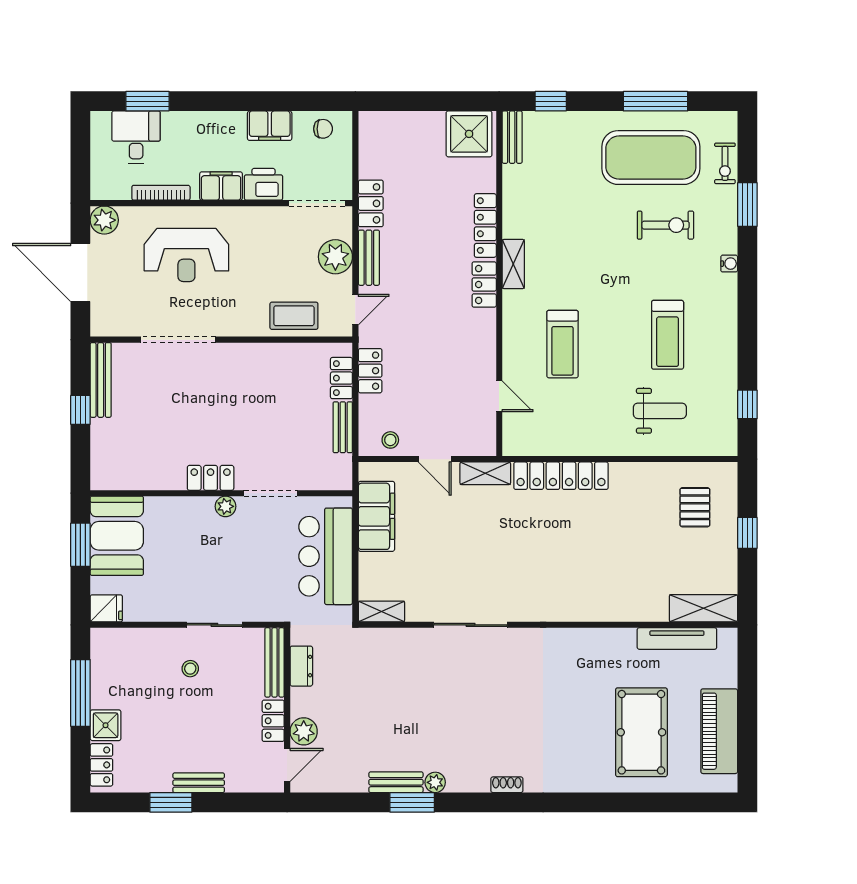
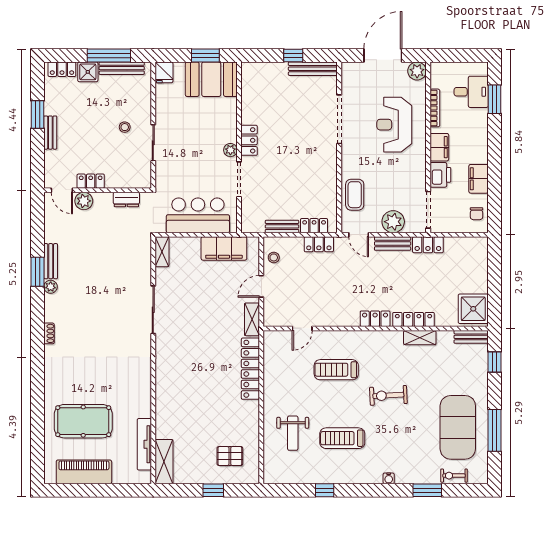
exercise bike: (666, 225) -> (388, 395), moved, turned 87
shelving: (513, 264) -> (420, 338), moved
window: (747, 404) -> (325, 490), moved
bench: (275, 662) -> (122, 68), moved

